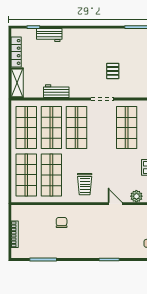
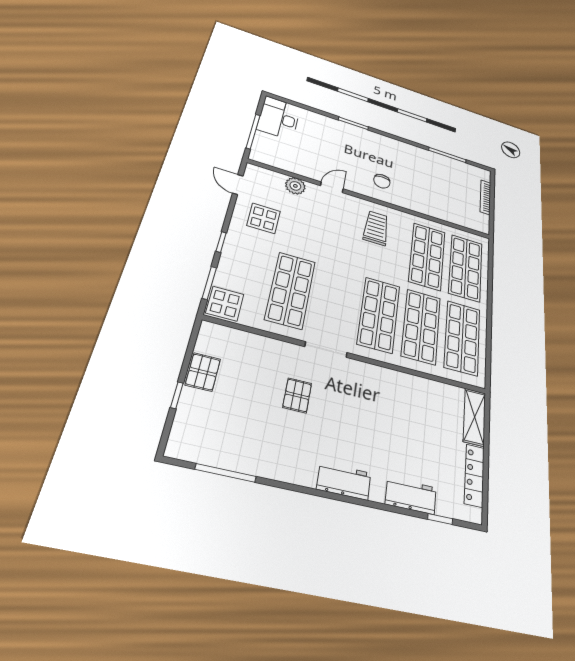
workbench: (56, 91) -> (344, 481), moved, turned 180
door: (115, 204) -> (332, 187), swing flipped
chair: (62, 222) -> (382, 181), moved

